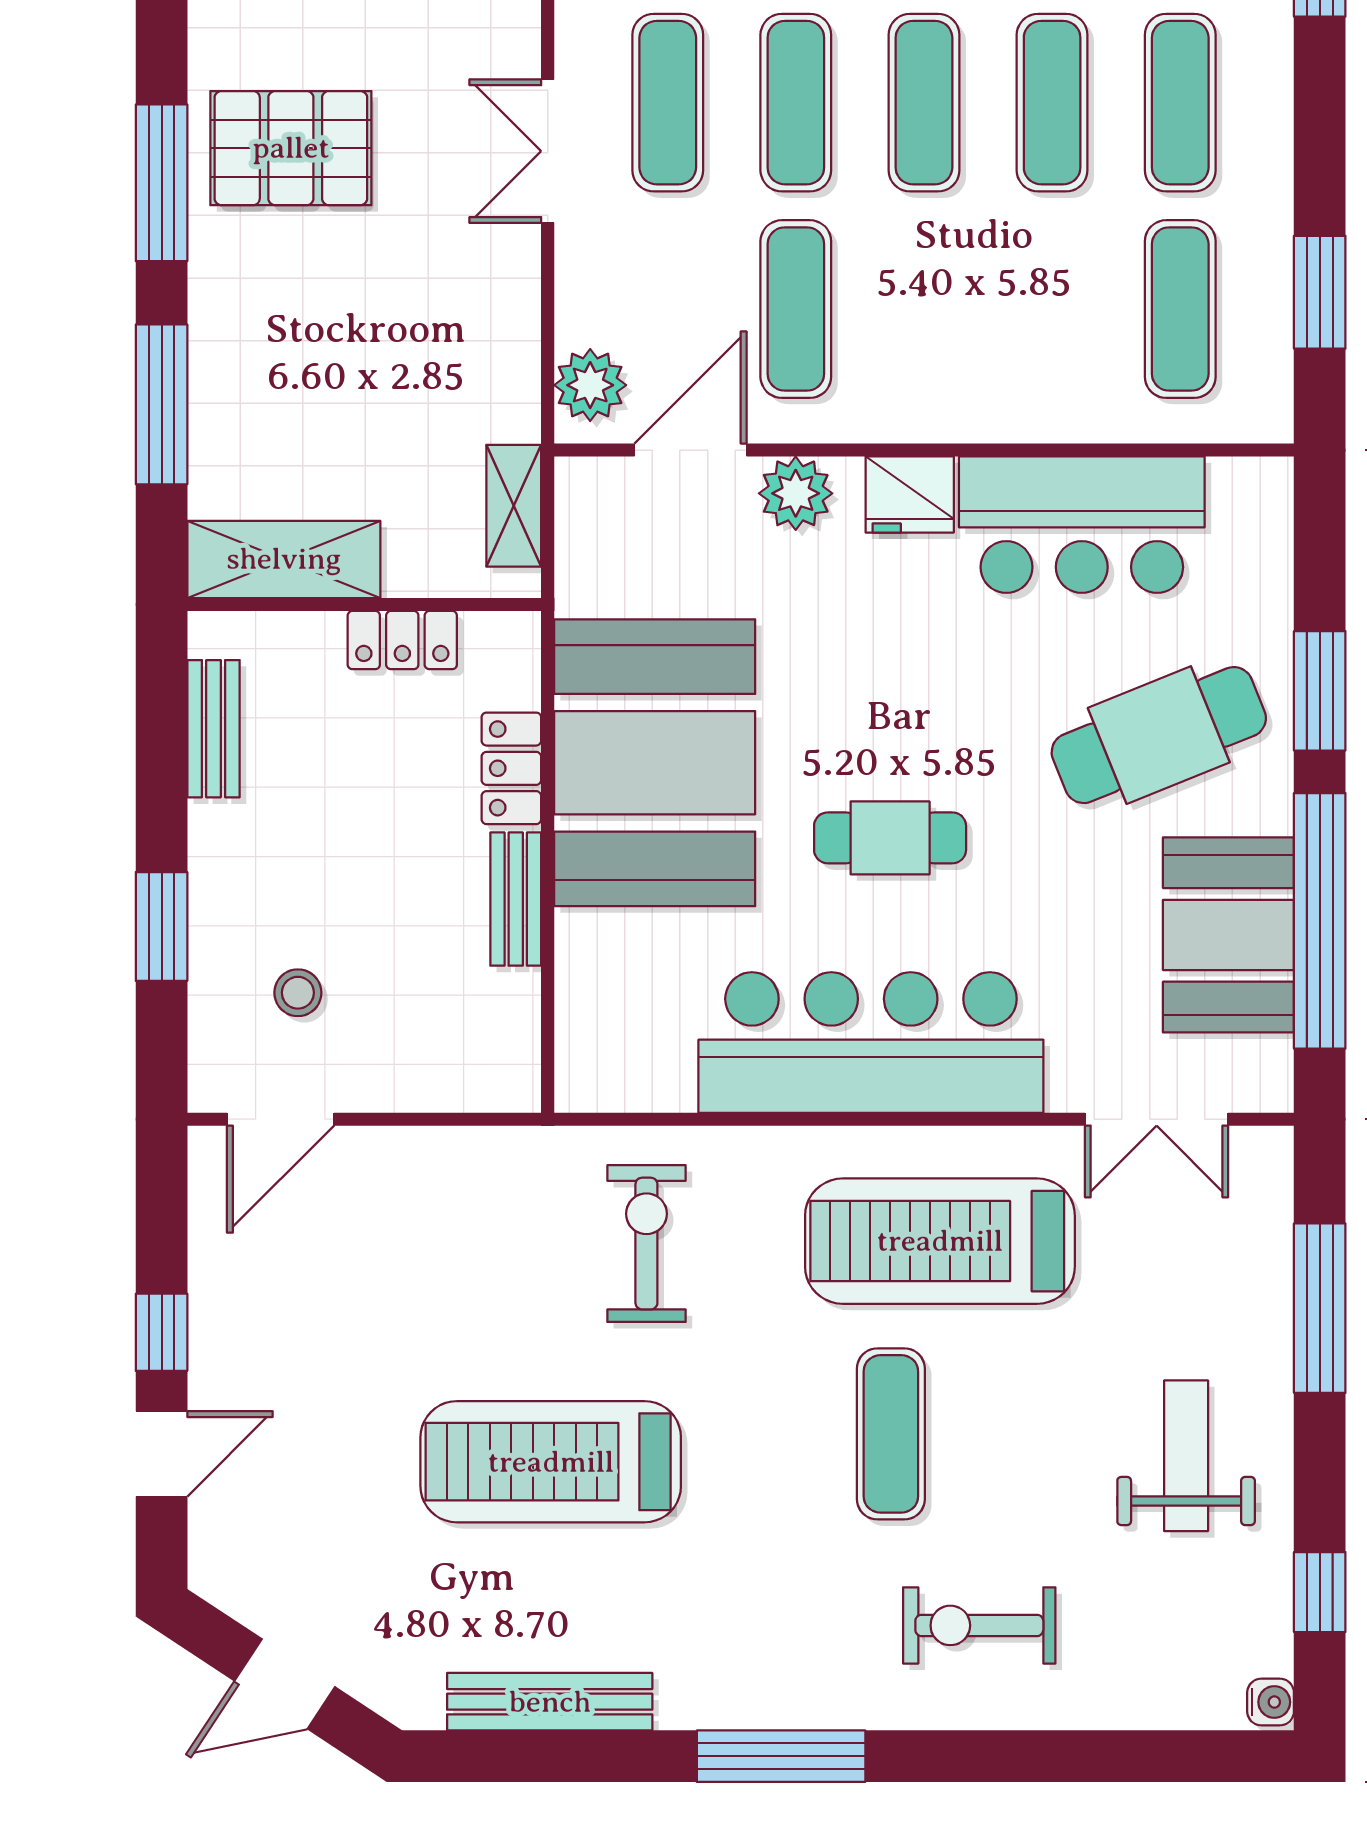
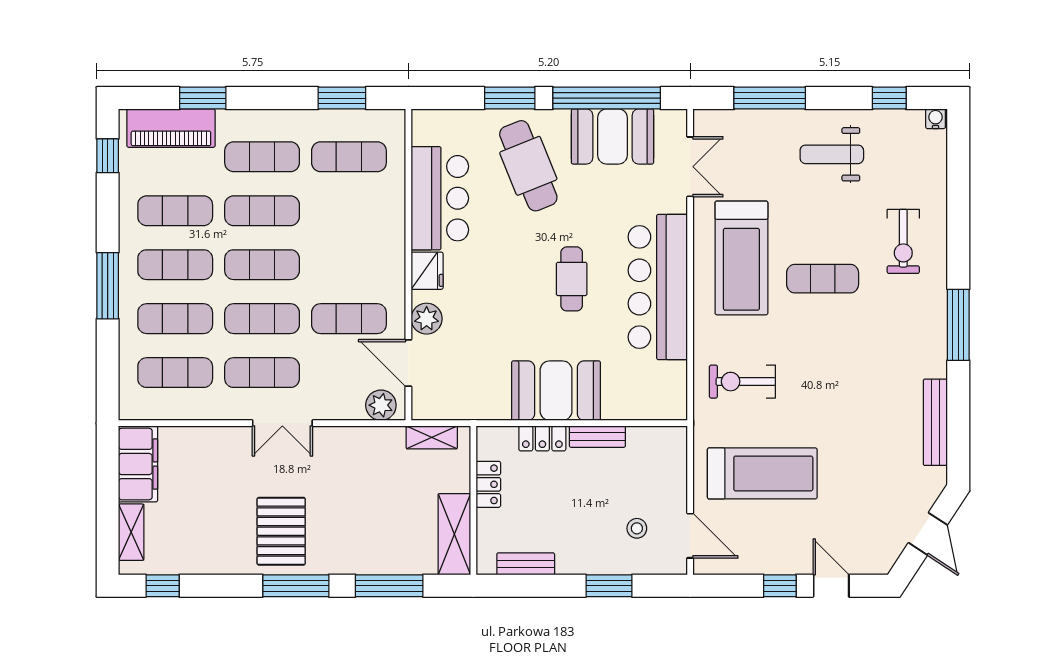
booth: (655, 763) -> (556, 391), width x0.73, depth x0.70
treadmill: (551, 1462) -> (762, 473), moved, turned -90

